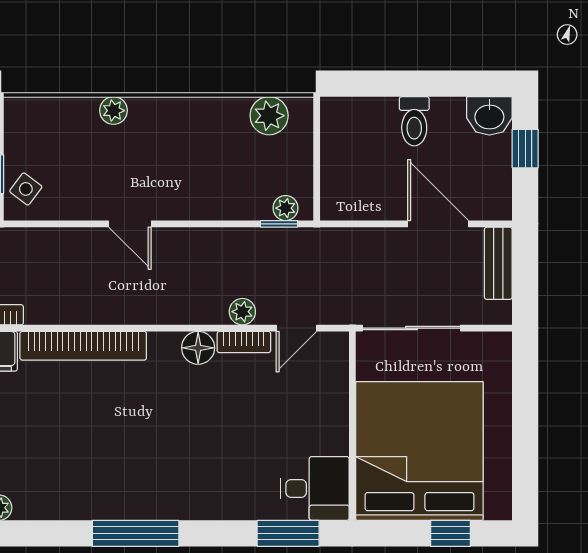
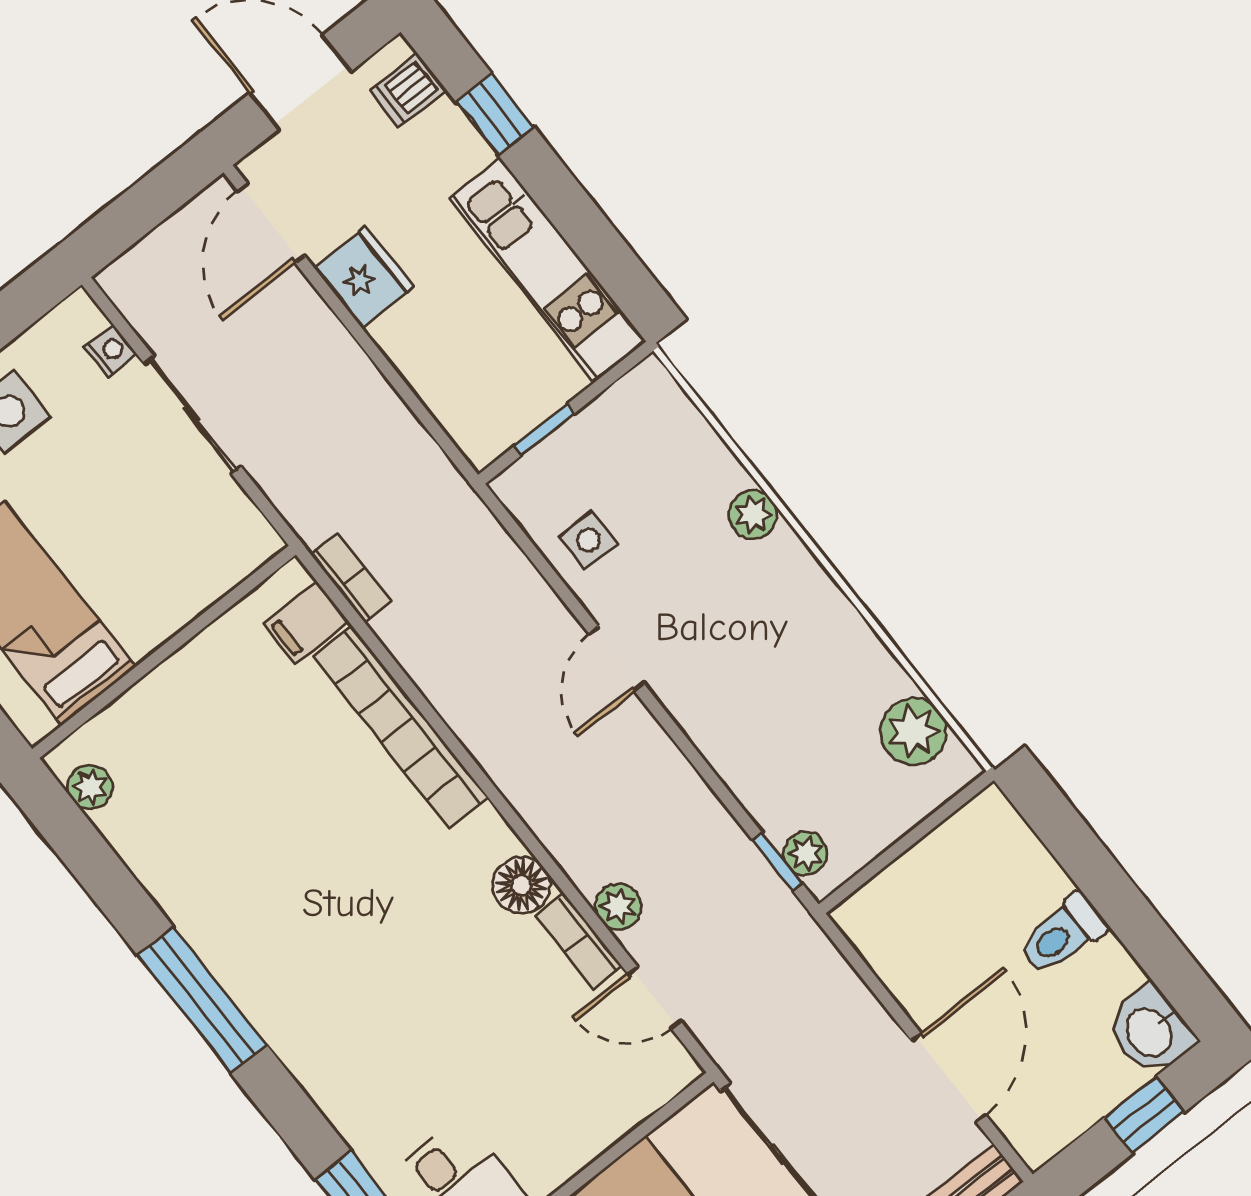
side table: (26, 189) -> (588, 540), moved, turned -37

